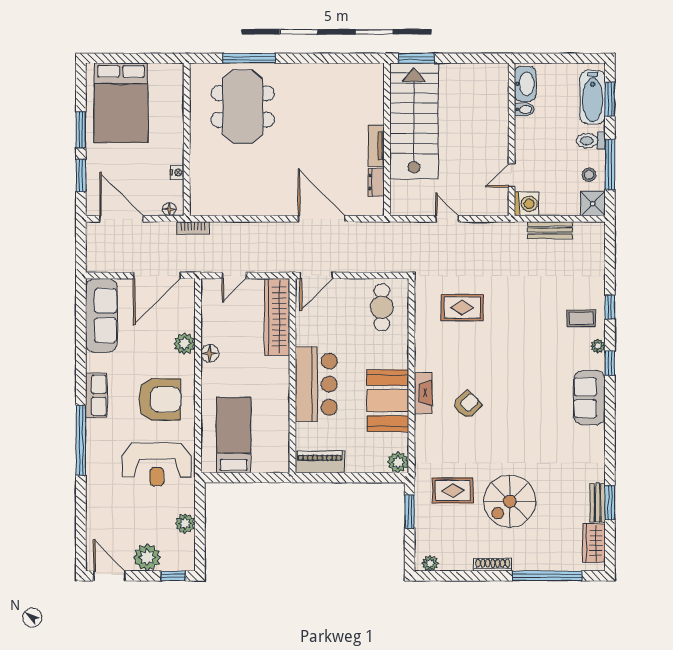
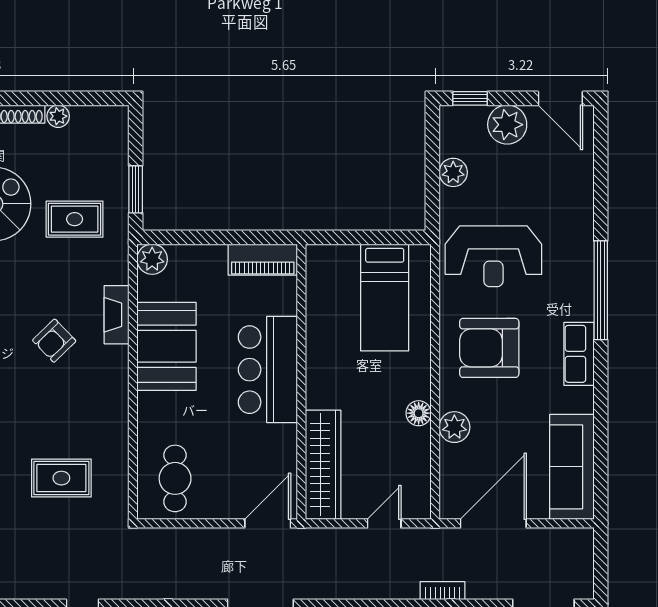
fireplace: (423, 393) -> (117, 315), moved
reception desk: (157, 464) -> (493, 256), turned 180
plant: (430, 563) -> (58, 116), moved

